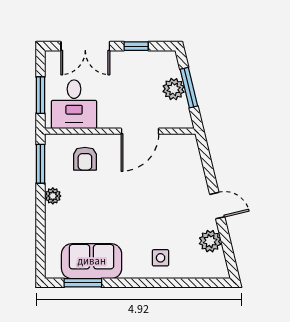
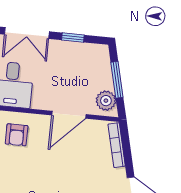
plant: (174, 89) -> (106, 101), moved
bookcase: (195, 159) -> (117, 145), added

